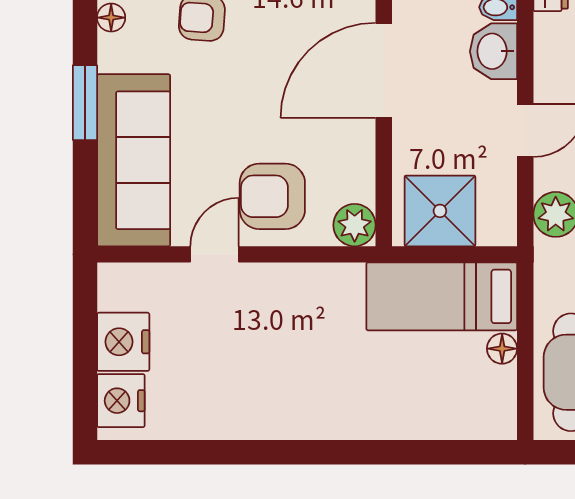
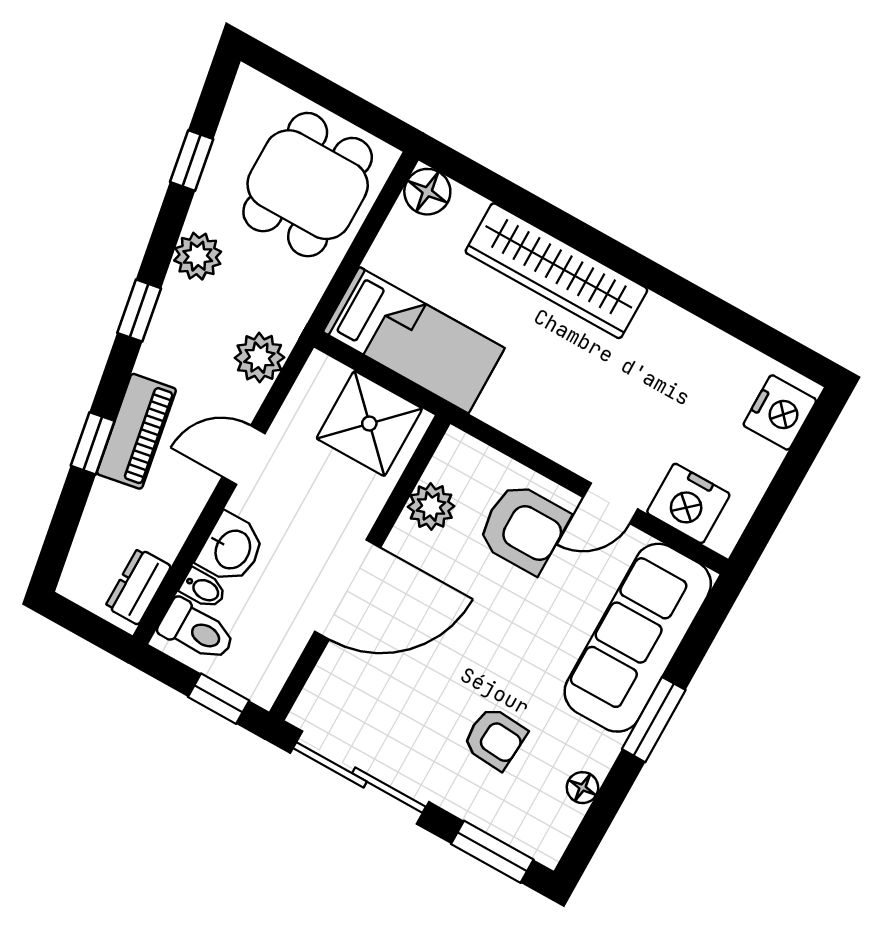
plant: (355, 225) -> (431, 507), moved
nightstand: (123, 342) -> (688, 503), moved, turned 90
floor lamp: (502, 349) -> (427, 192), moved, width x1.37, depth x1.37
wardrobe: (360, 414) -> (556, 271), added

